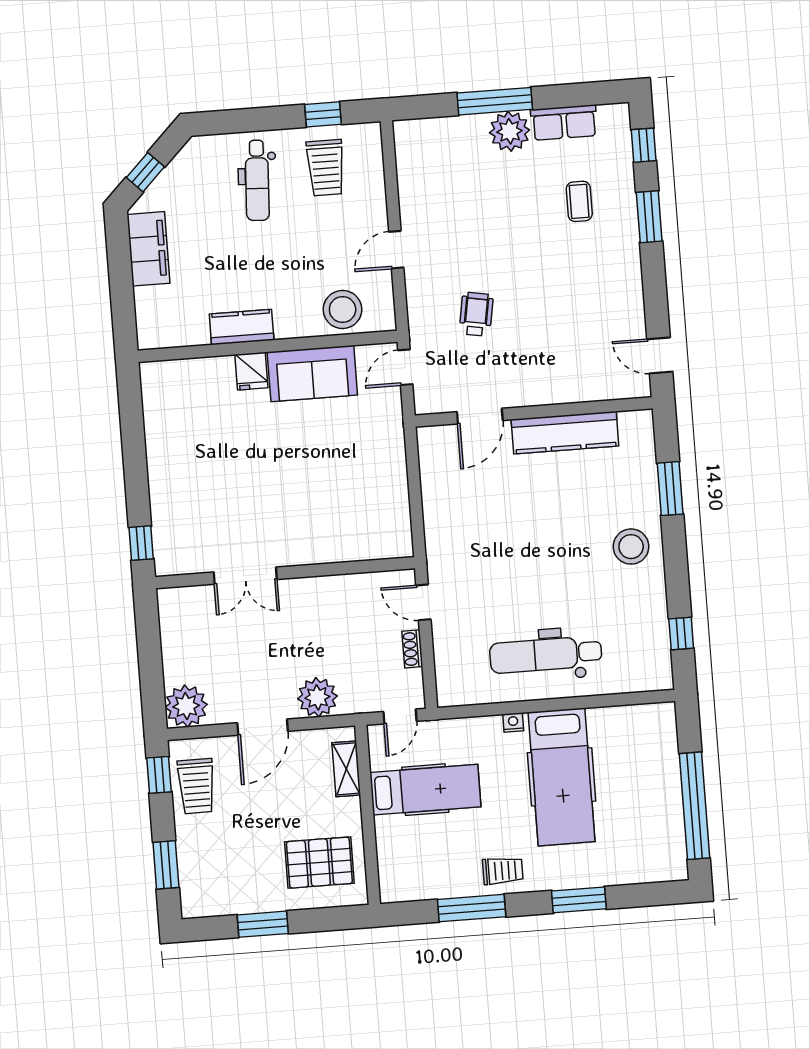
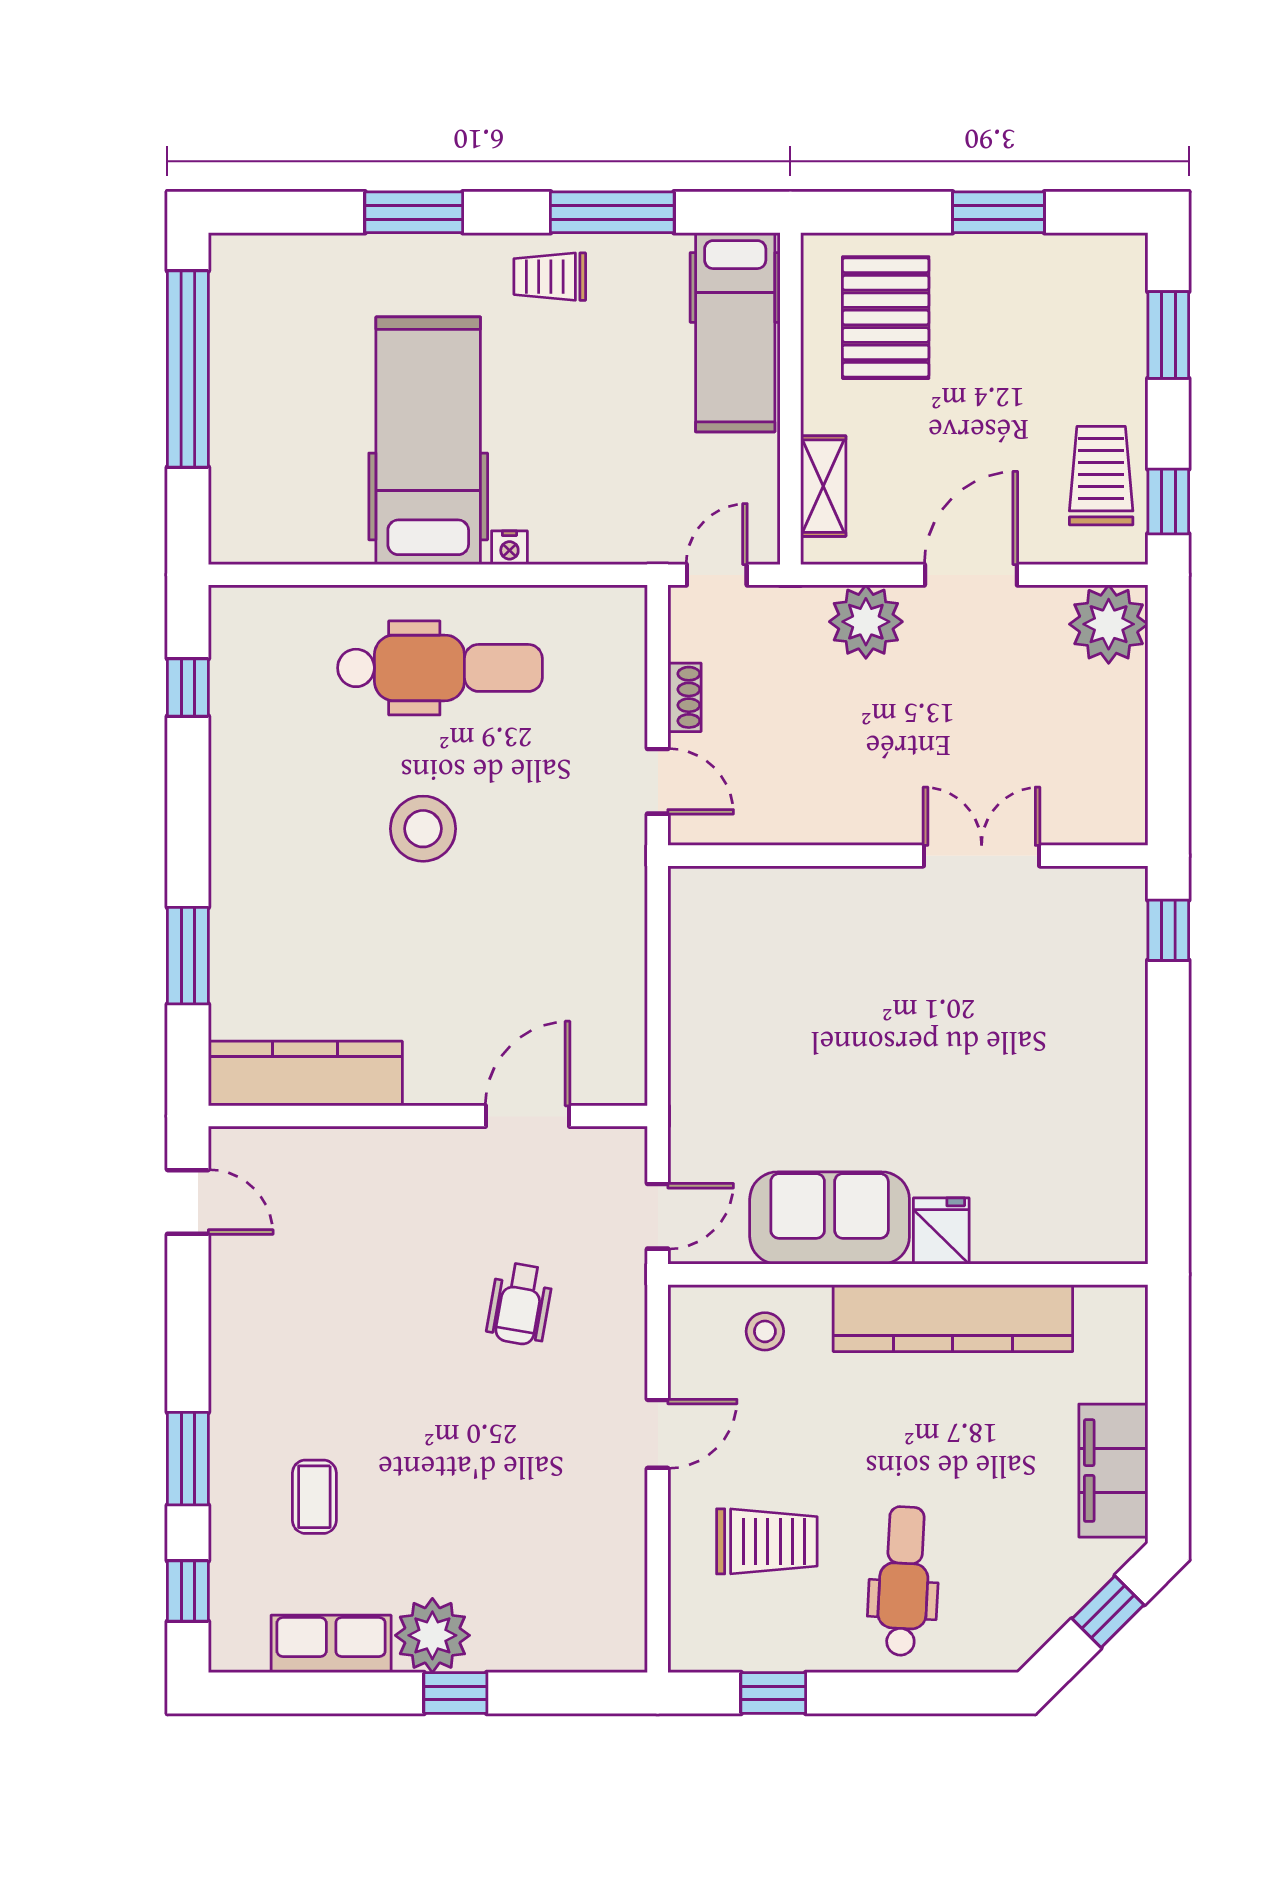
window: (495, 101) -> (455, 1693), width x0.46
trolley: (326, 168) -> (767, 1541), moved, turned 90
stool: (343, 309) -> (765, 1331), width x0.53, depth x0.53
kitchen counter: (242, 327) -> (953, 1318), width x2.08, depth x1.17
kitchen counter: (565, 433) -> (305, 1073), moved
stool: (631, 547) -> (423, 829), moved
hospital bed: (425, 790) -> (735, 332), moved, turned -90
pallet: (319, 863) -> (886, 318), turned 90

